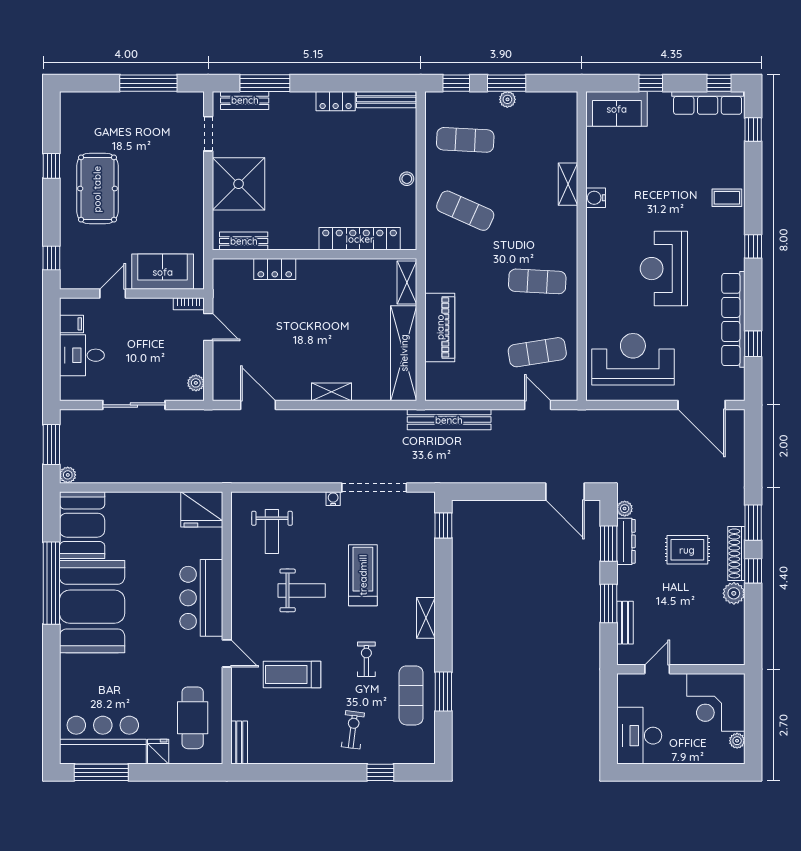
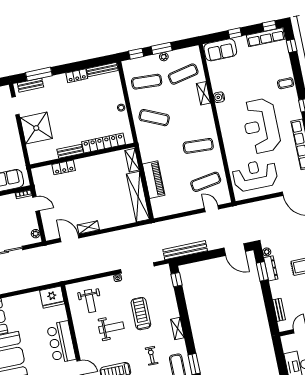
exercise mat: (537, 140) -> (183, 74), added
bench: (244, 241) -> (70, 151), moved
reception desk: (664, 269) -> (261, 126), width x1.36, depth x1.30
shelving: (331, 392) -> (88, 227), moved
bench: (449, 420) -> (185, 250), moved
window: (609, 603) -> (269, 302), removed

